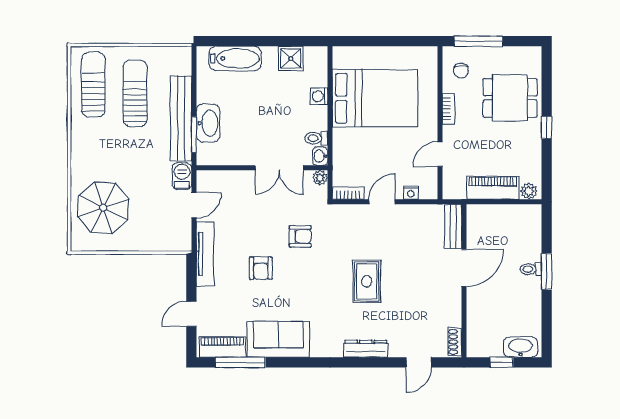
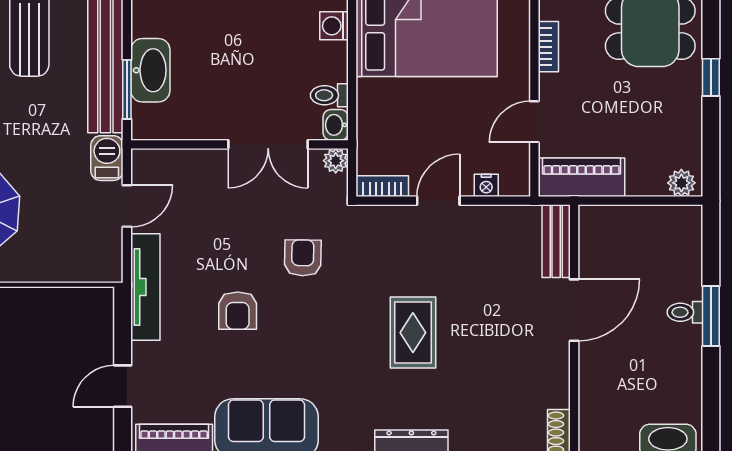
piano: (493, 188) -> (581, 177), moved
armchair: (300, 236) -> (303, 258), turned -89

